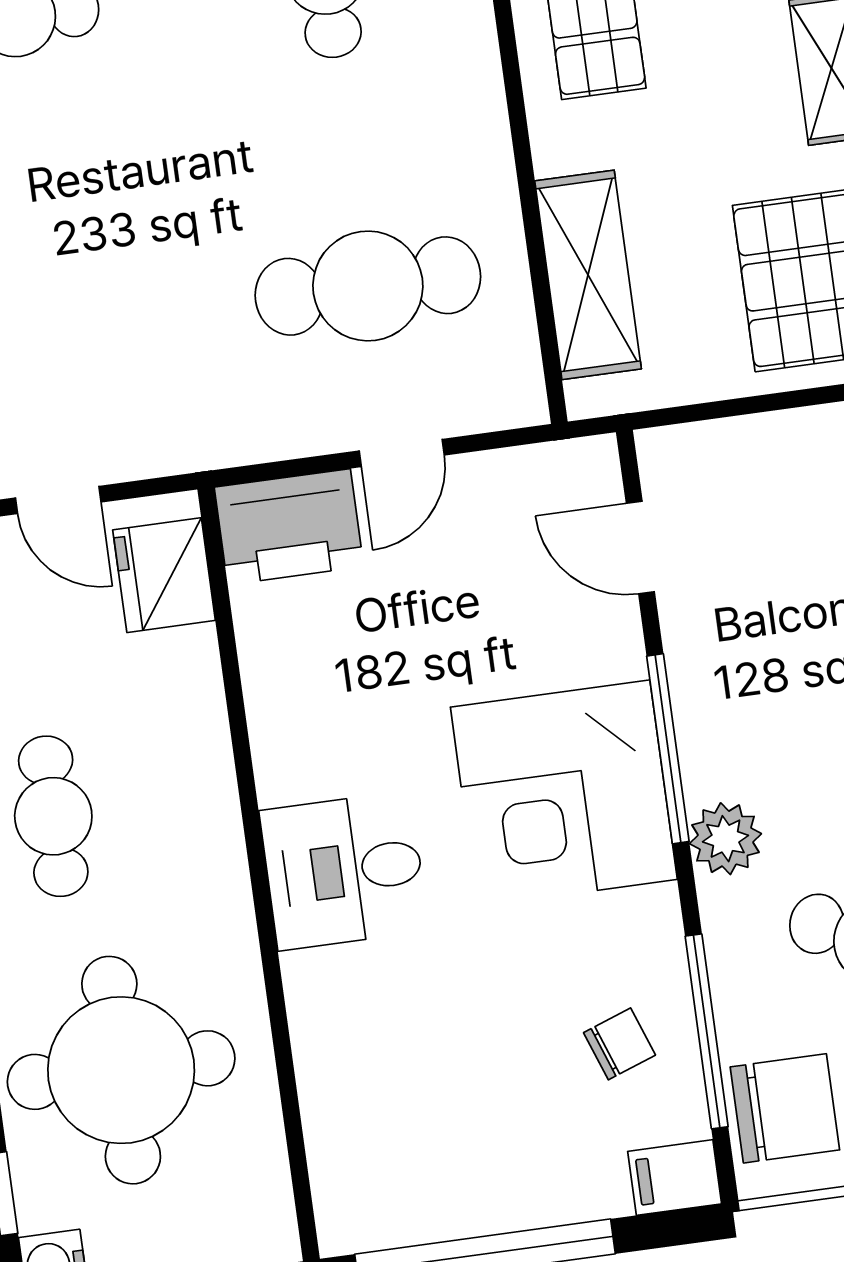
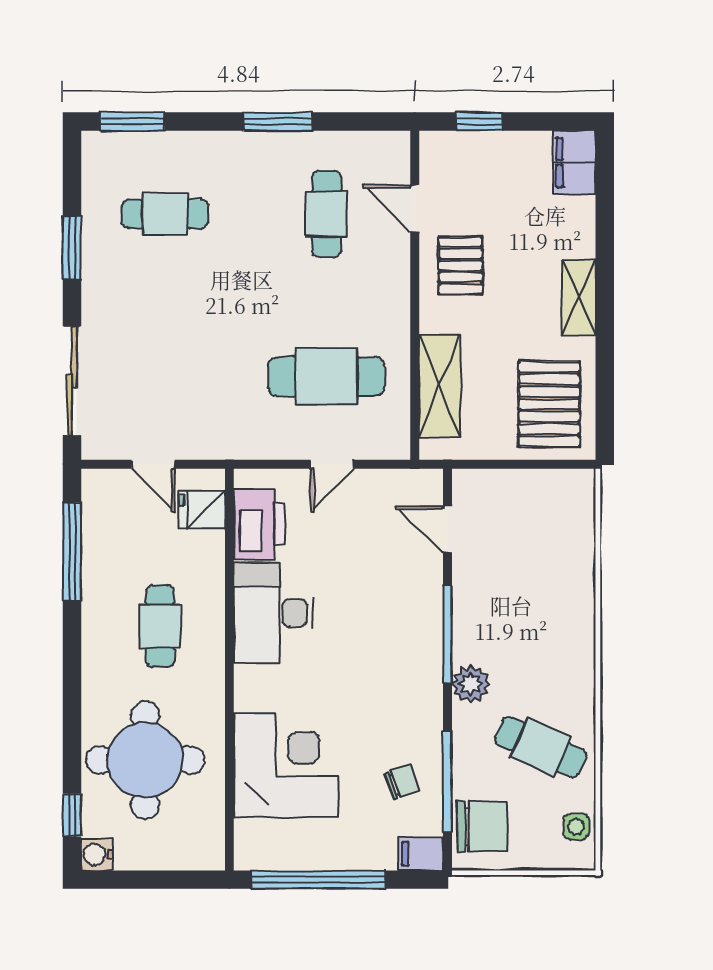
printer: (289, 527) -> (259, 524), moved, turned -90
fridge: (164, 575) -> (202, 510), width x0.72
corner desk: (564, 793) -> (286, 765), moved, turned 180
cafe table: (53, 816) -> (160, 626), moved
desk: (344, 871) -> (273, 613), moved, width x1.37

